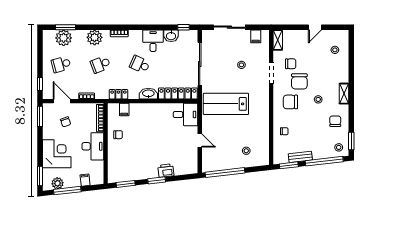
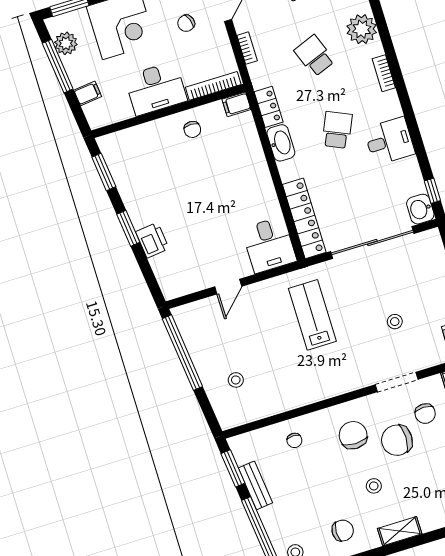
washbasin: (171, 36) -> (420, 209), moved
washbasin: (148, 94) -> (281, 143), moved
lab bench: (226, 104) -> (312, 315), width x0.73, depth x0.72
filing cabinet: (124, 109) -> (236, 104), moved

